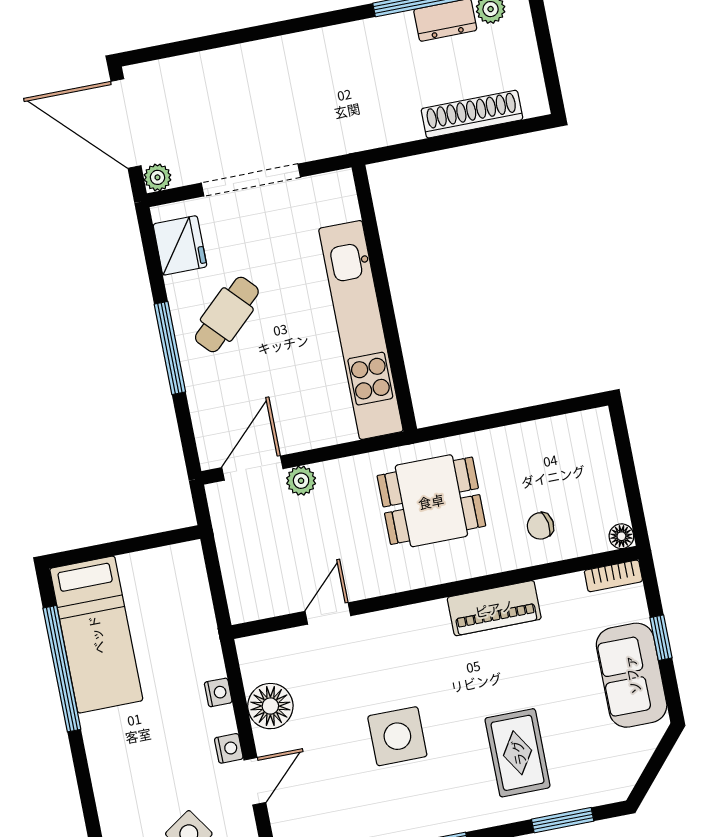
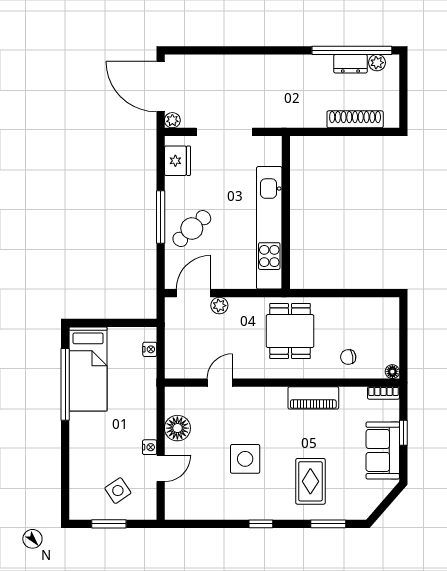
cafe table: (227, 315) -> (192, 229), moved
dining table: (431, 501) -> (290, 331), turned 90
nightstand: (218, 692) -> (150, 349), moved

